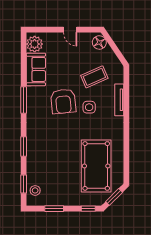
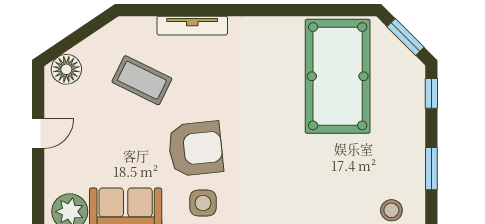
coffee table: (94, 77) -> (142, 80), turned -40
side table: (89, 107) -> (203, 203), moved
pool table: (96, 166) -> (338, 76), turned 90

